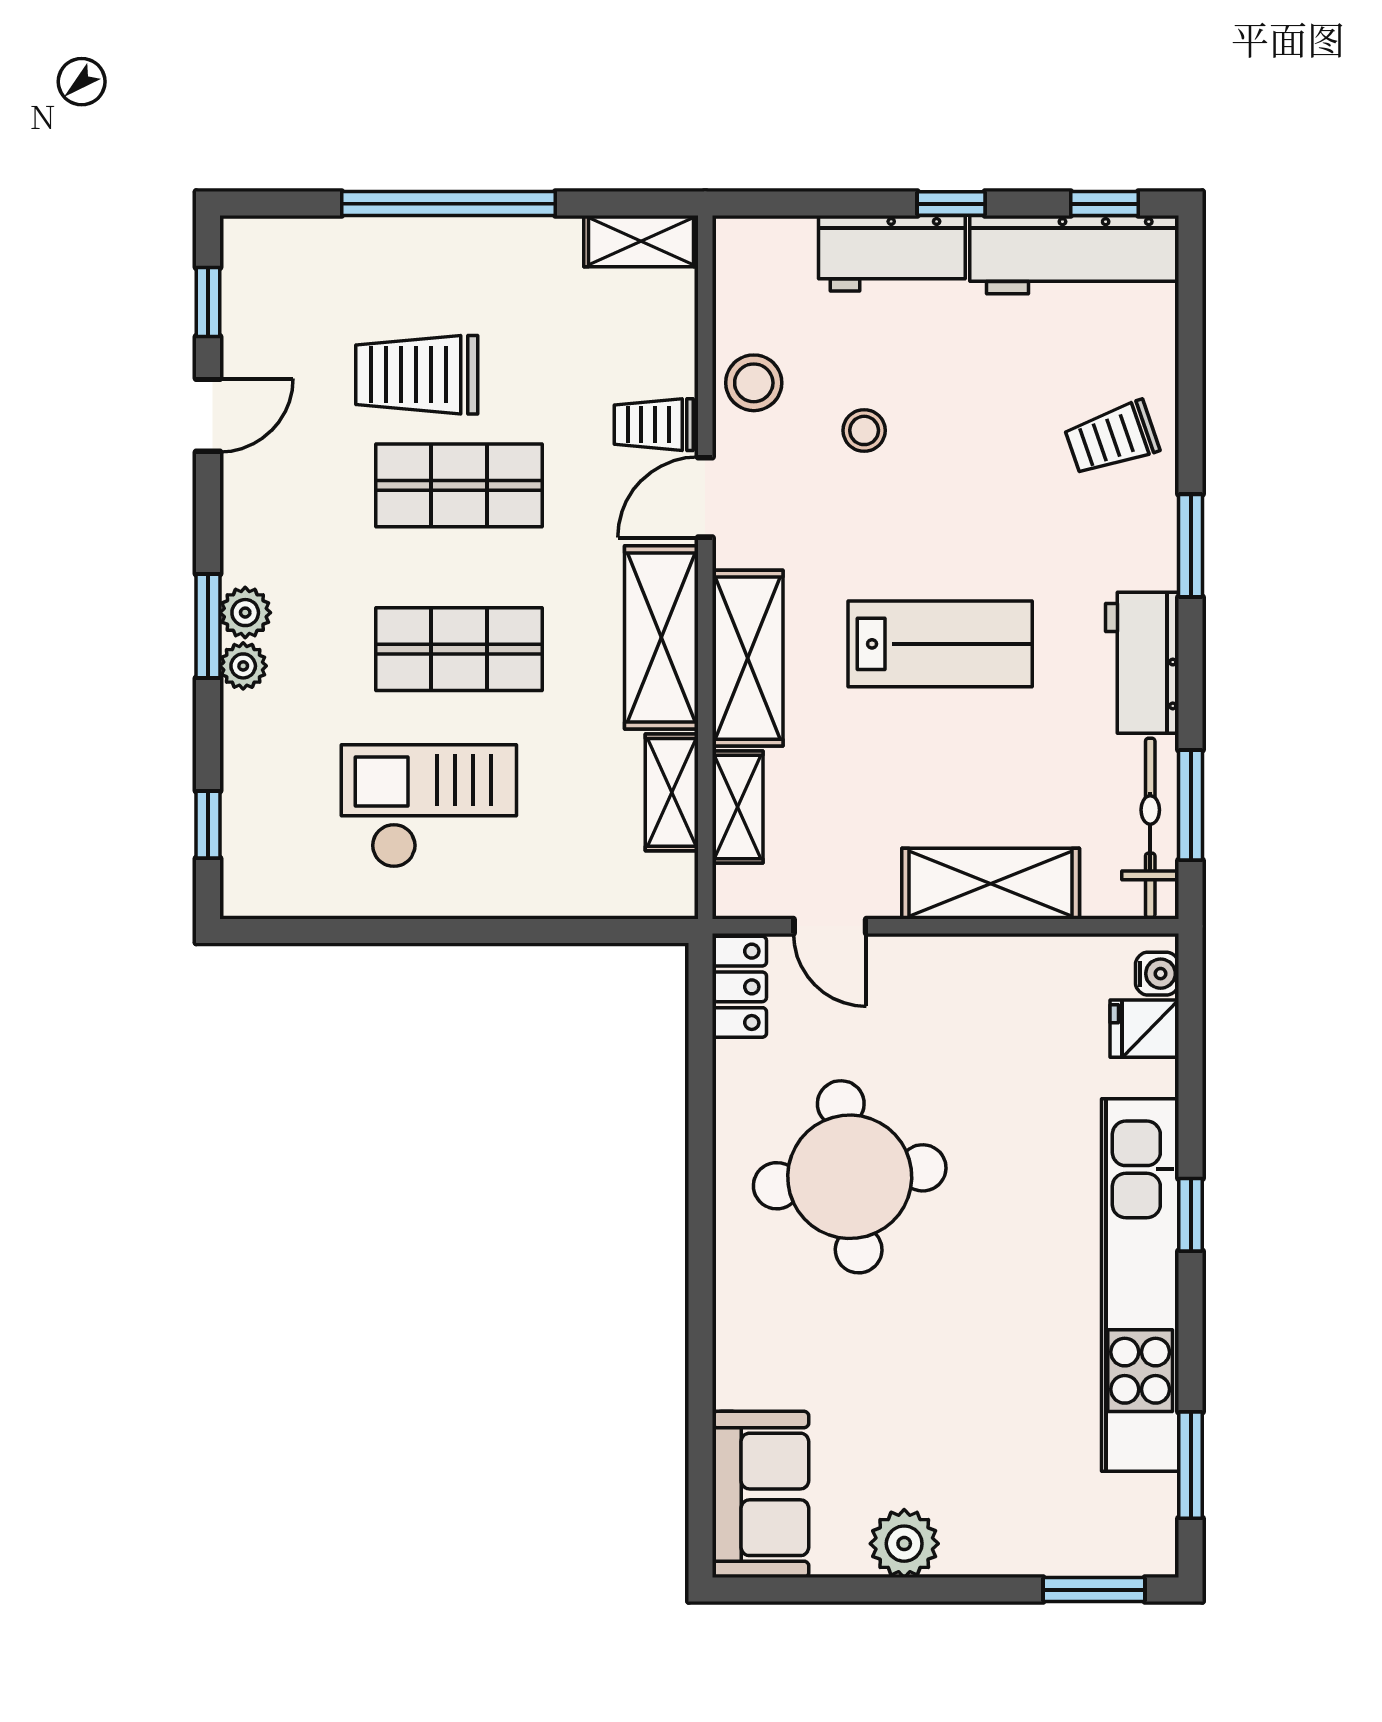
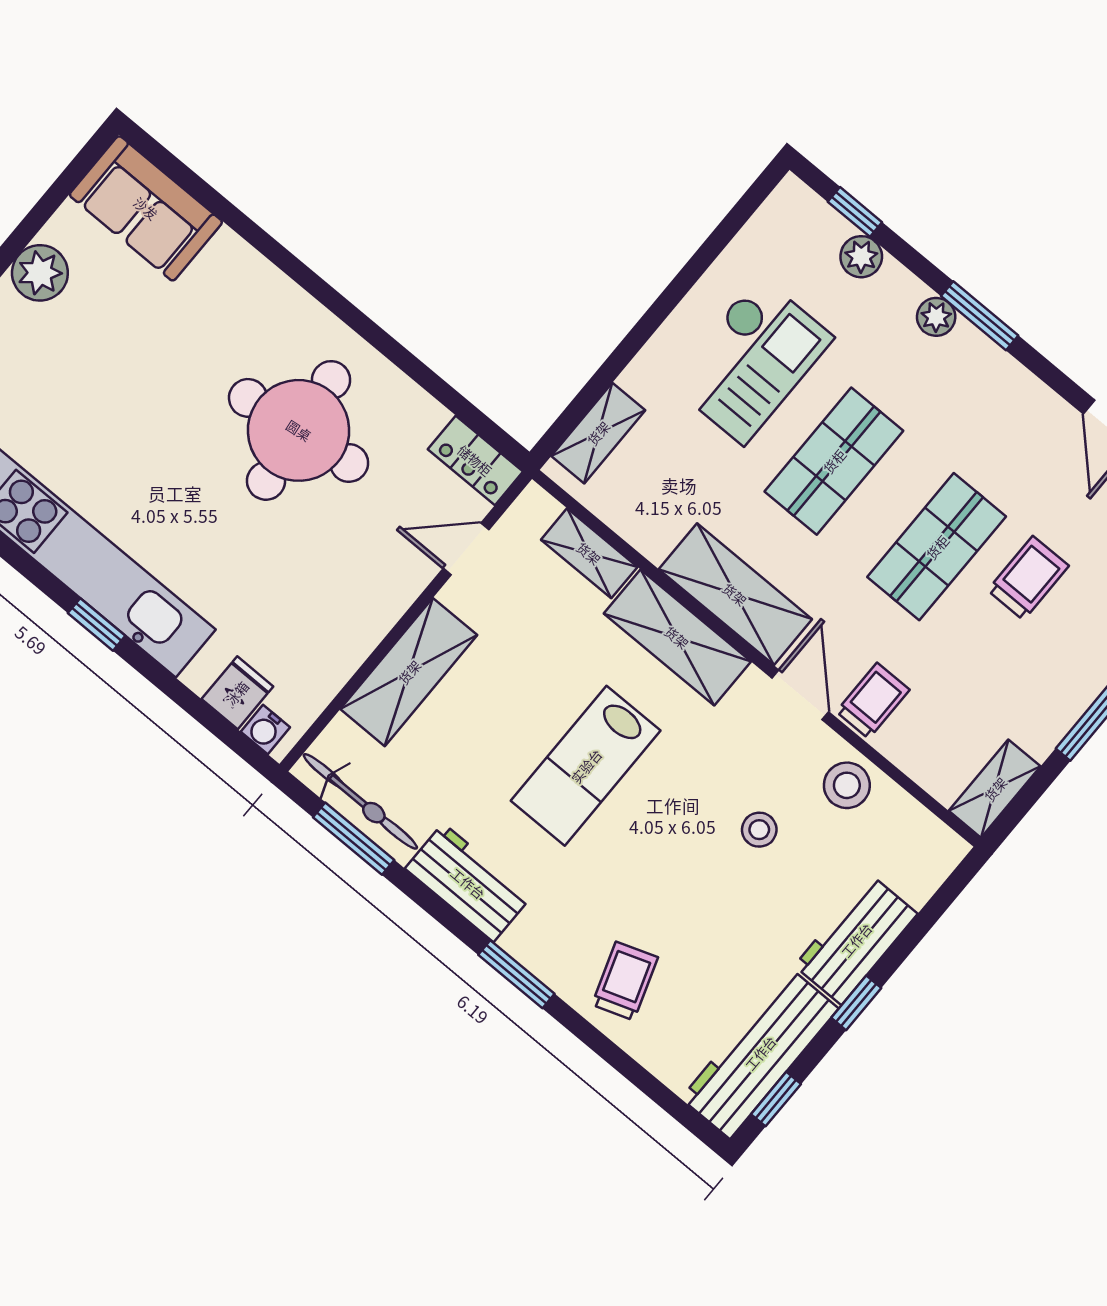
trolley: (417, 375) -> (1028, 578), width x0.73, depth x0.72
plant: (245, 613) -> (861, 257), moved
shelving: (672, 792) -> (598, 433), moved, turned 90

